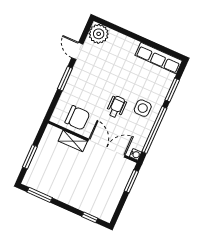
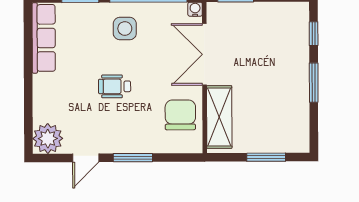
wheelchair: (116, 107) -> (115, 86), moved
shelving: (73, 141) -> (219, 117), width x1.50, depth x1.33
window: (40, 195) -> (314, 83), moved

